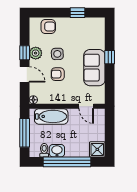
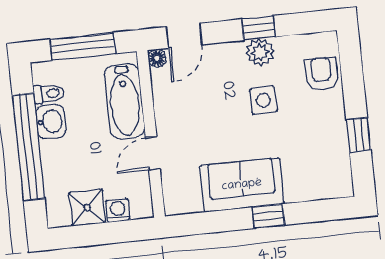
armchair: (48, 27) -> (321, 74), turned 180
door: (25, 74) -> (184, 36), moved
armchair: (58, 74) -> (219, 106), removed
door: (86, 106) -> (153, 153), moved
washing machine: (100, 125) -> (118, 210), added
shower: (97, 149) -> (87, 208), moved

